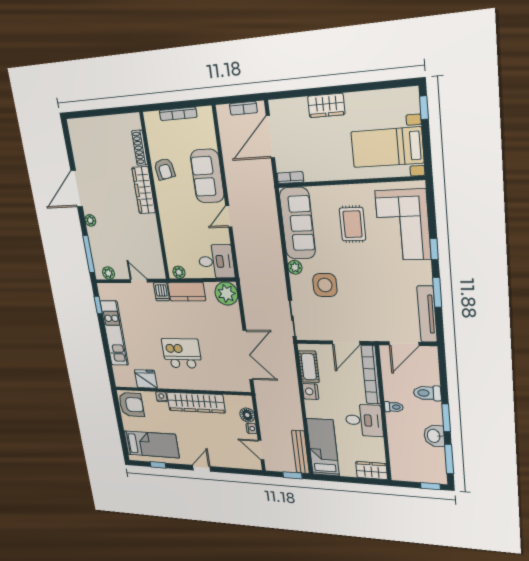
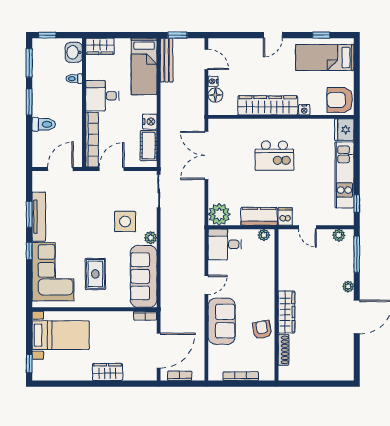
tv unit: (427, 314) -> (39, 217), moved
fridge: (146, 379) -> (344, 130), moved, turned 90
toilet: (394, 407) -> (74, 79), moved
washbasin: (434, 436) -> (74, 52), moved, turned 180

